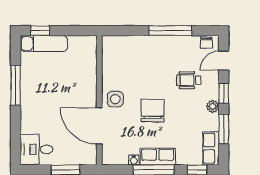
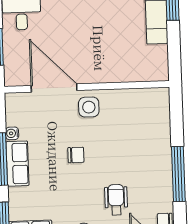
chair: (153, 111) -> (76, 155), width x0.54, depth x0.54
door: (99, 126) -> (54, 88), hinge flipped

